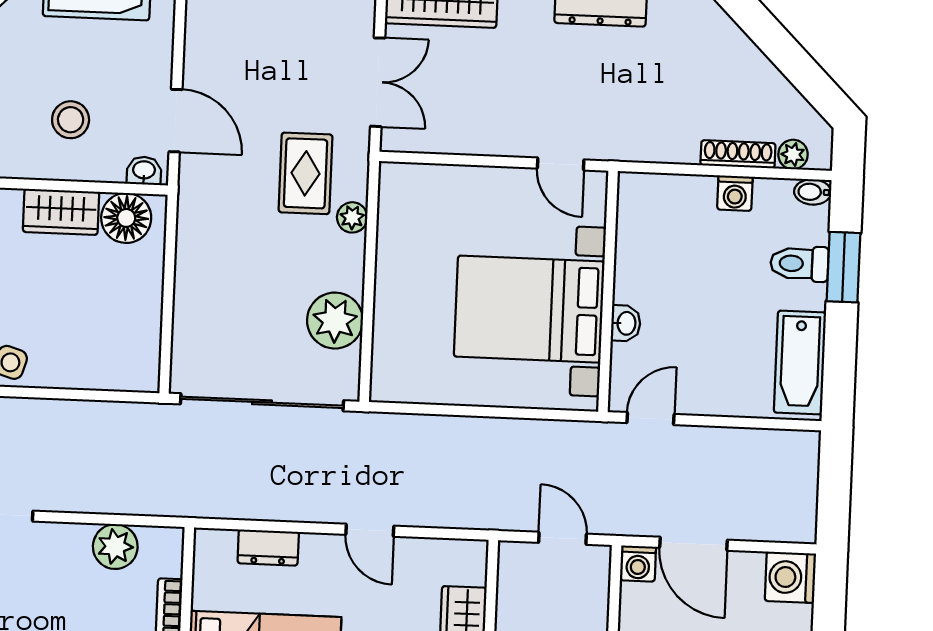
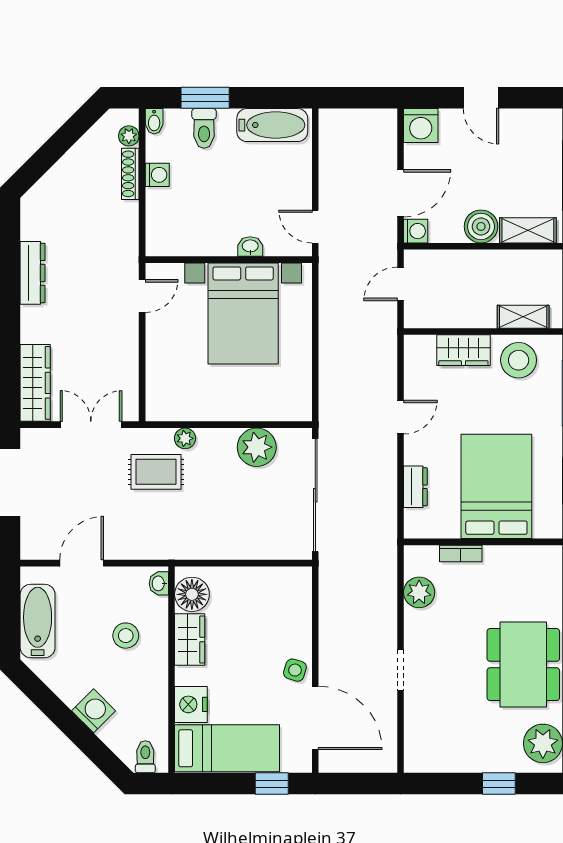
door: (175, 121) -> (82, 563), moved

